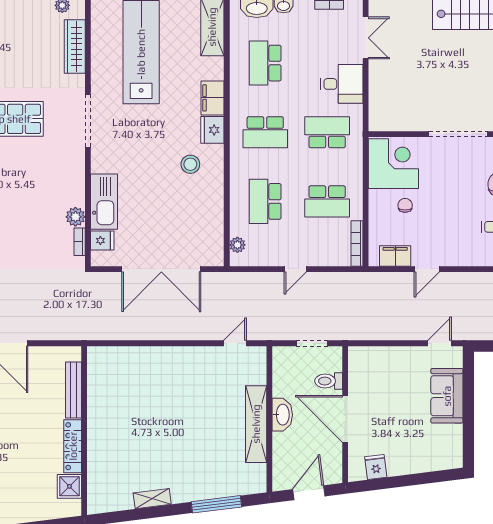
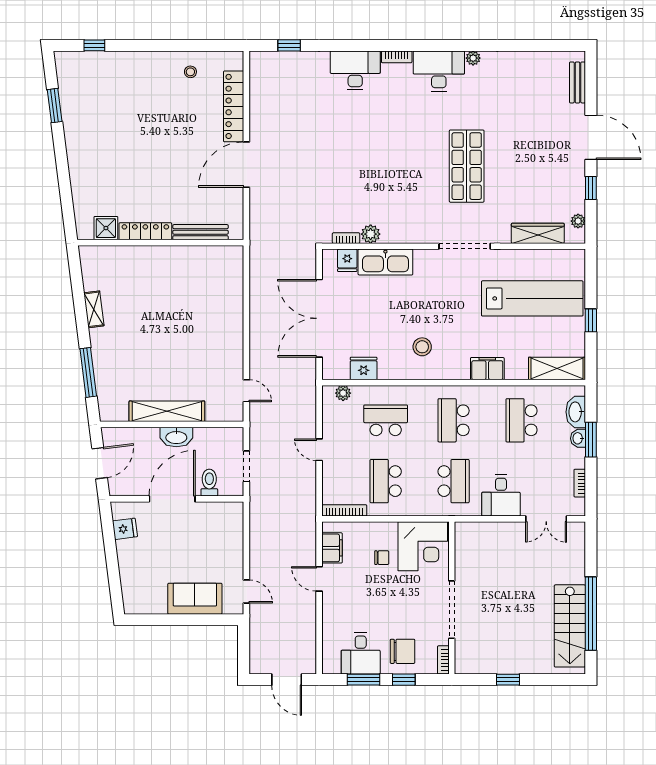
school desk: (265, 63) -> (522, 420), turned -90
fridge: (212, 130) -> (364, 368), moved
door: (309, 493) -> (100, 463), hinge flipped

